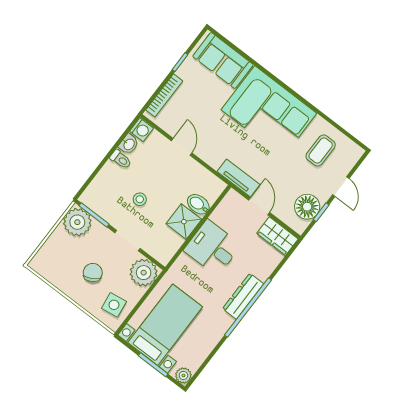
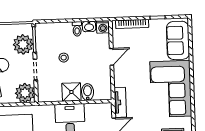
plant: (77, 222) -> (23, 44), moved

